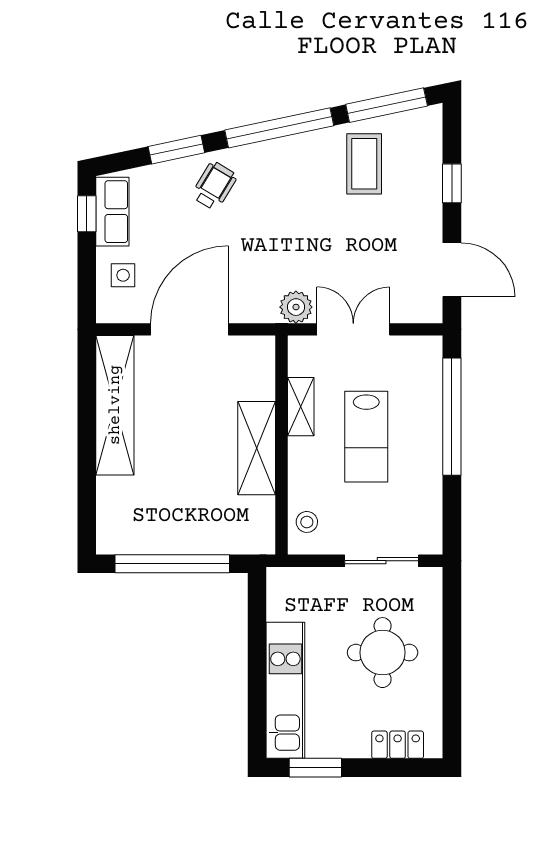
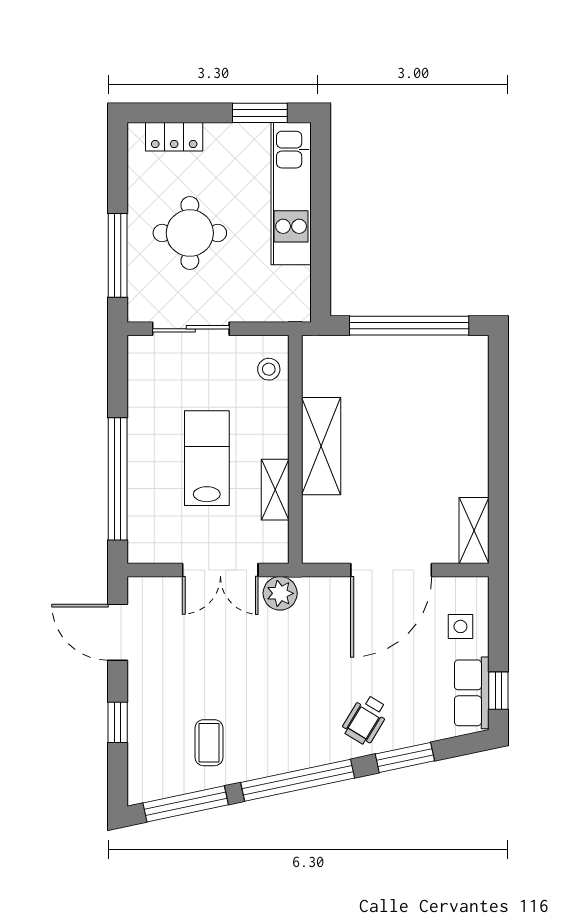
coffee table: (364, 164) -> (209, 743), width x0.73, depth x0.77
shelving: (115, 405) -> (474, 531), width x0.45, depth x0.75
window: (452, 631) -> (118, 255), added

